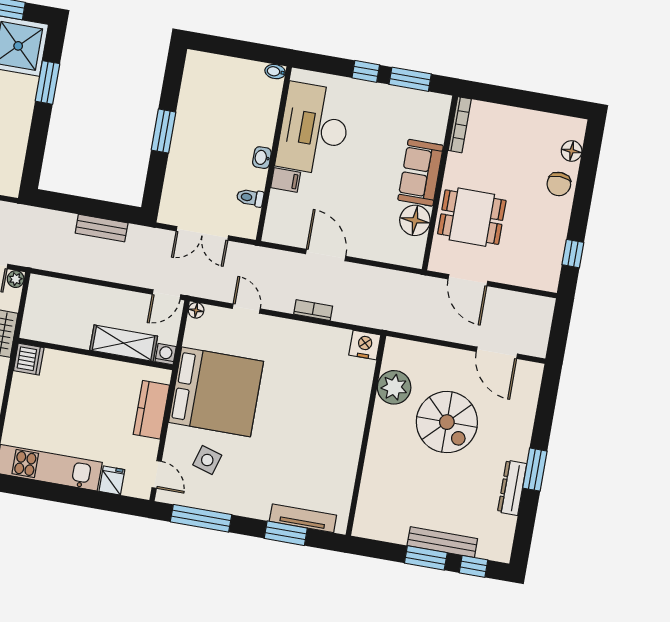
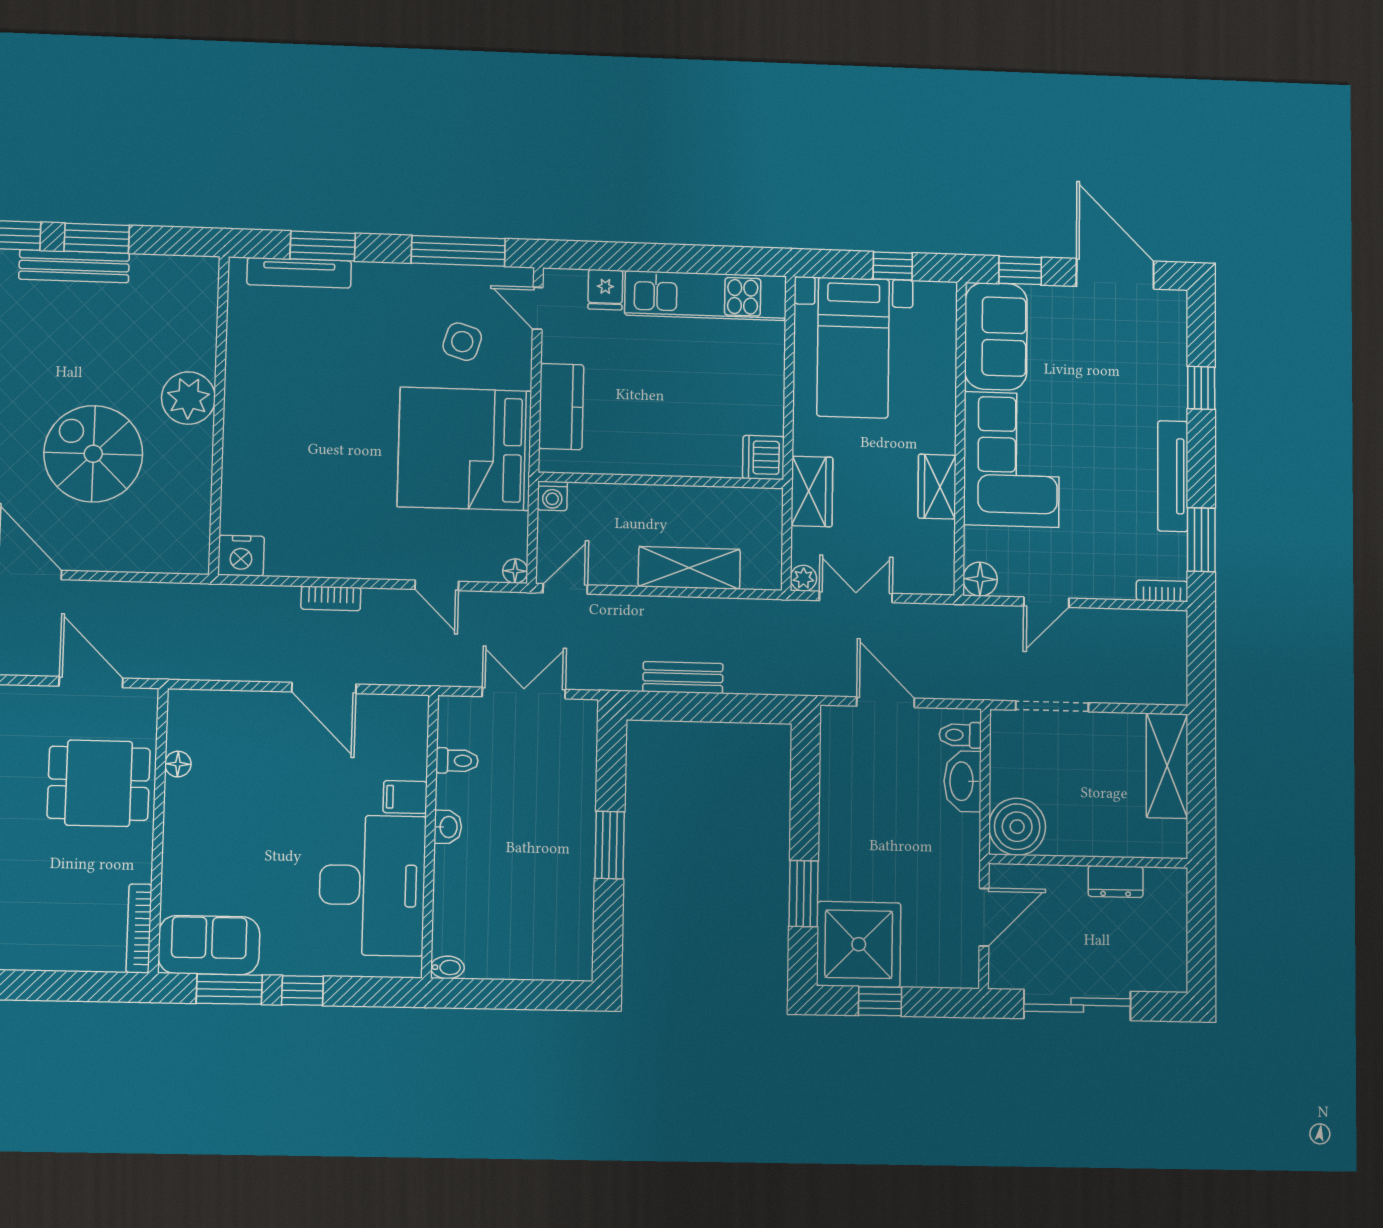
sofa: (421, 173) -> (209, 945), moved, turned -90
floor lamp: (415, 220) -> (178, 764), width x0.53, depth x0.53
shelving: (124, 343) -> (689, 568), moved
plant: (394, 387) -> (188, 398), moved

